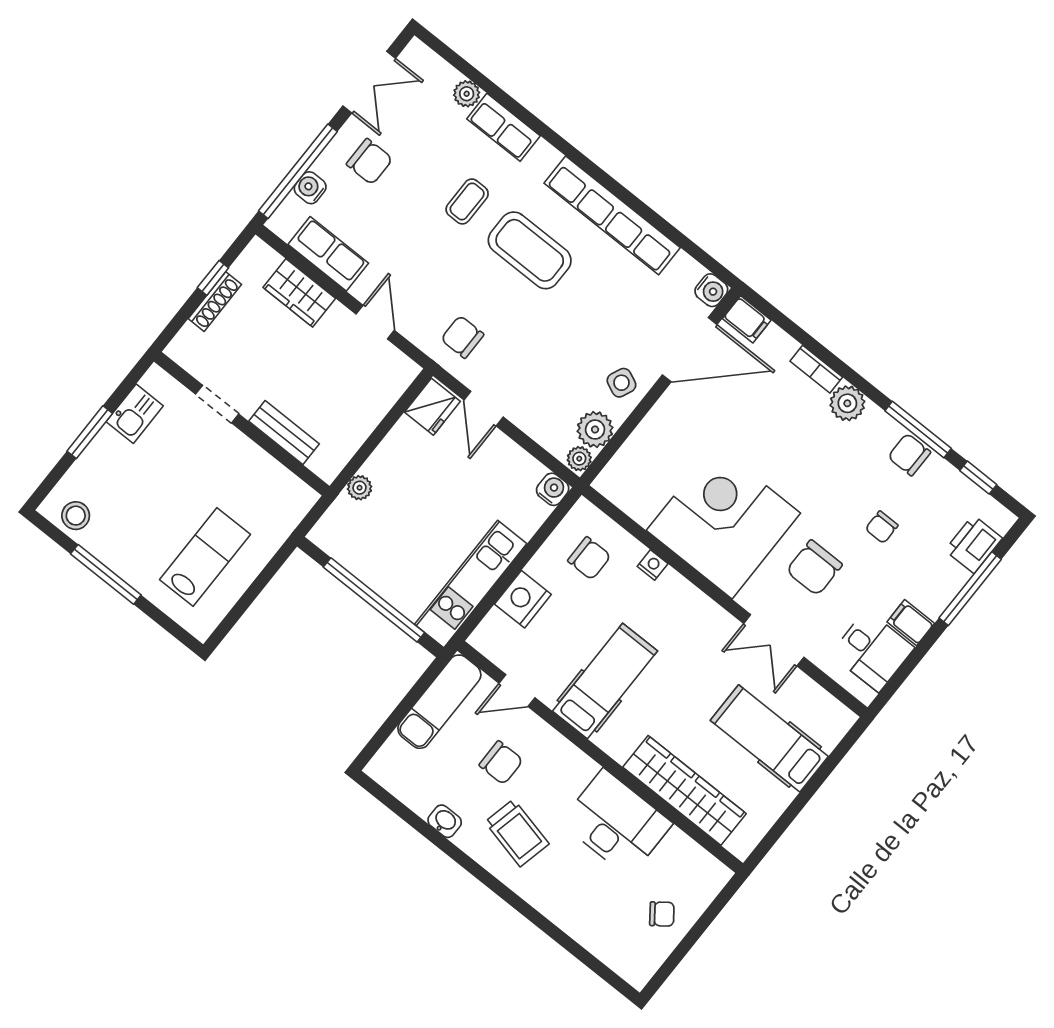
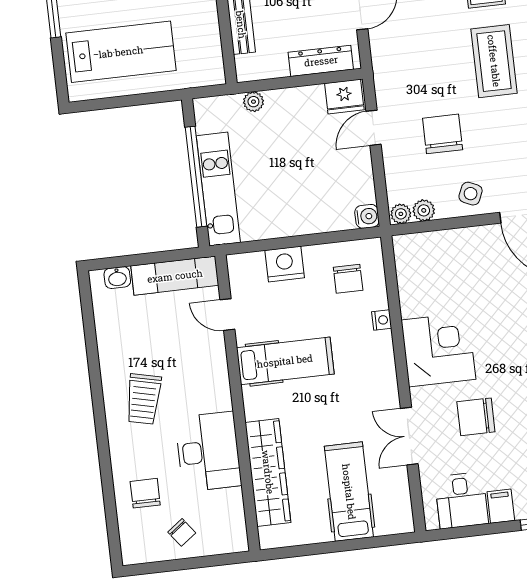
chair: (462, 337) -> (443, 134), moved, width x1.37, depth x1.37
dresser: (382, 396) -> (321, 61), added
plant: (595, 429) -> (424, 210), width x0.73, depth x0.73
corner desk: (723, 522) -> (438, 350), width x0.74, depth x0.74
lab bench: (205, 557) -> (121, 52), width x1.36, depth x1.39
kitchen unit: (471, 584) -> (218, 189), moved, turned 90
chair: (501, 763) -> (145, 493), moved, turned 180
washbasin: (445, 821) -> (117, 278), moved, turned 90

